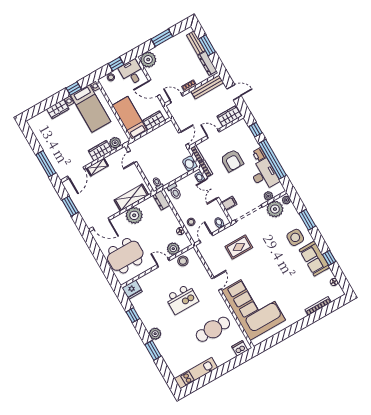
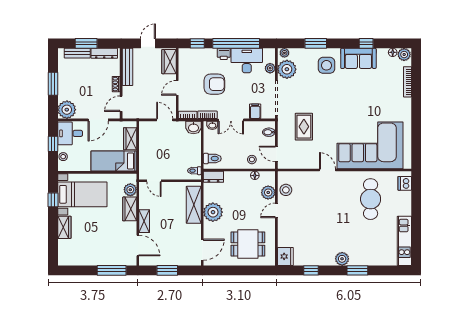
dining table: (125, 256) -> (248, 244), width x0.73
plant: (337, 292) -> (404, 55), added
kitchen island: (182, 299) -> (323, 213), removed

